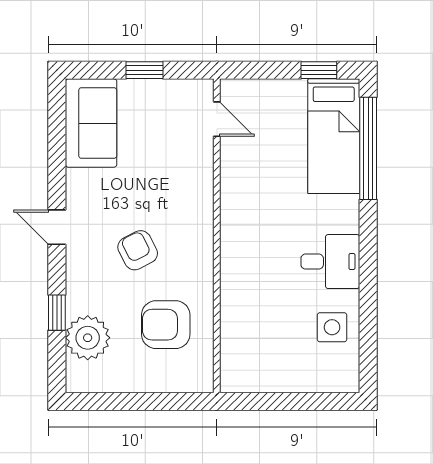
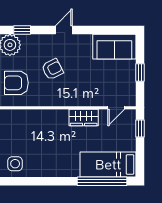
window: (319, 70) -> (140, 129), moved
wardrobe: (237, 186) -> (84, 117), added
desk: (330, 262) -> (47, 163), removed
armchair: (166, 325) -> (16, 83), turned -90

